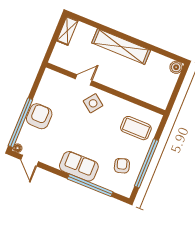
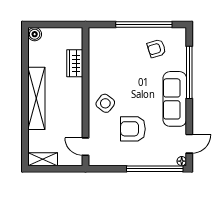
door: (84, 80) -> (86, 147), moved
wardrobe: (138, 91) -> (75, 63), added
armchair: (39, 116) -> (133, 129), moved
coffee table: (136, 128) -> (113, 50), removed
sofa: (79, 166) -> (175, 99), width x1.36

